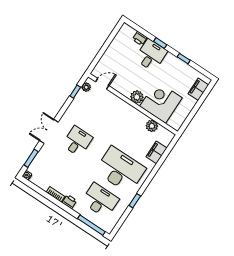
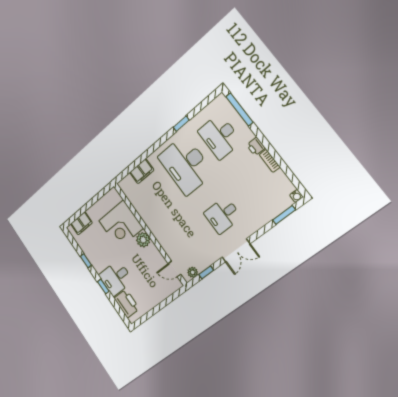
printer: (140, 38) -> (127, 304), width x1.87, depth x1.48
plant: (152, 126) -> (138, 202), removed
double door: (49, 131) -> (236, 250), moved

